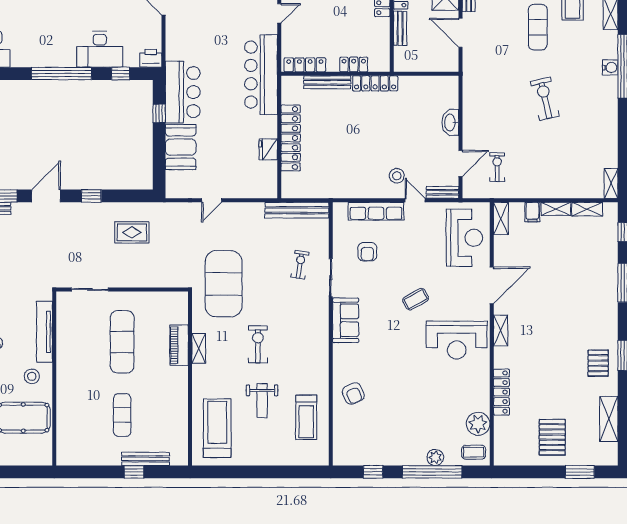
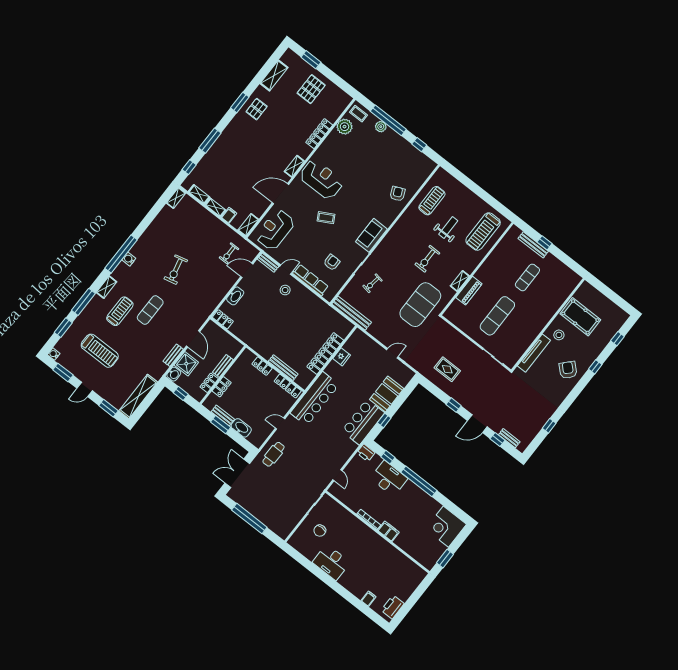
locker: (375, 83) -> (223, 319), moved, width x0.66
door: (415, 200) -> (286, 270), swing flipped

